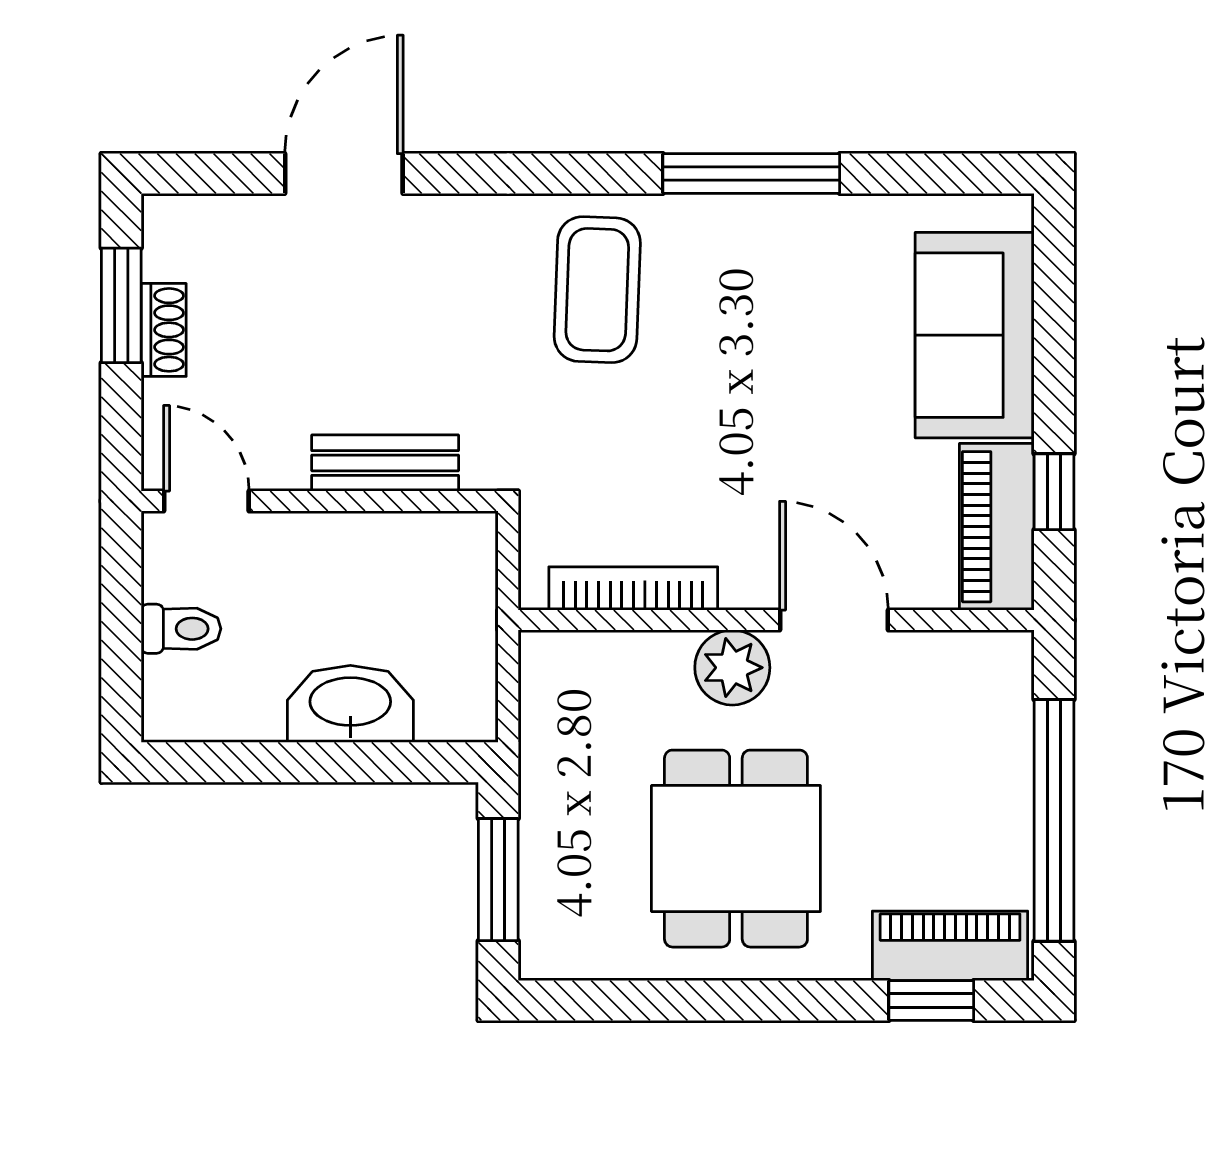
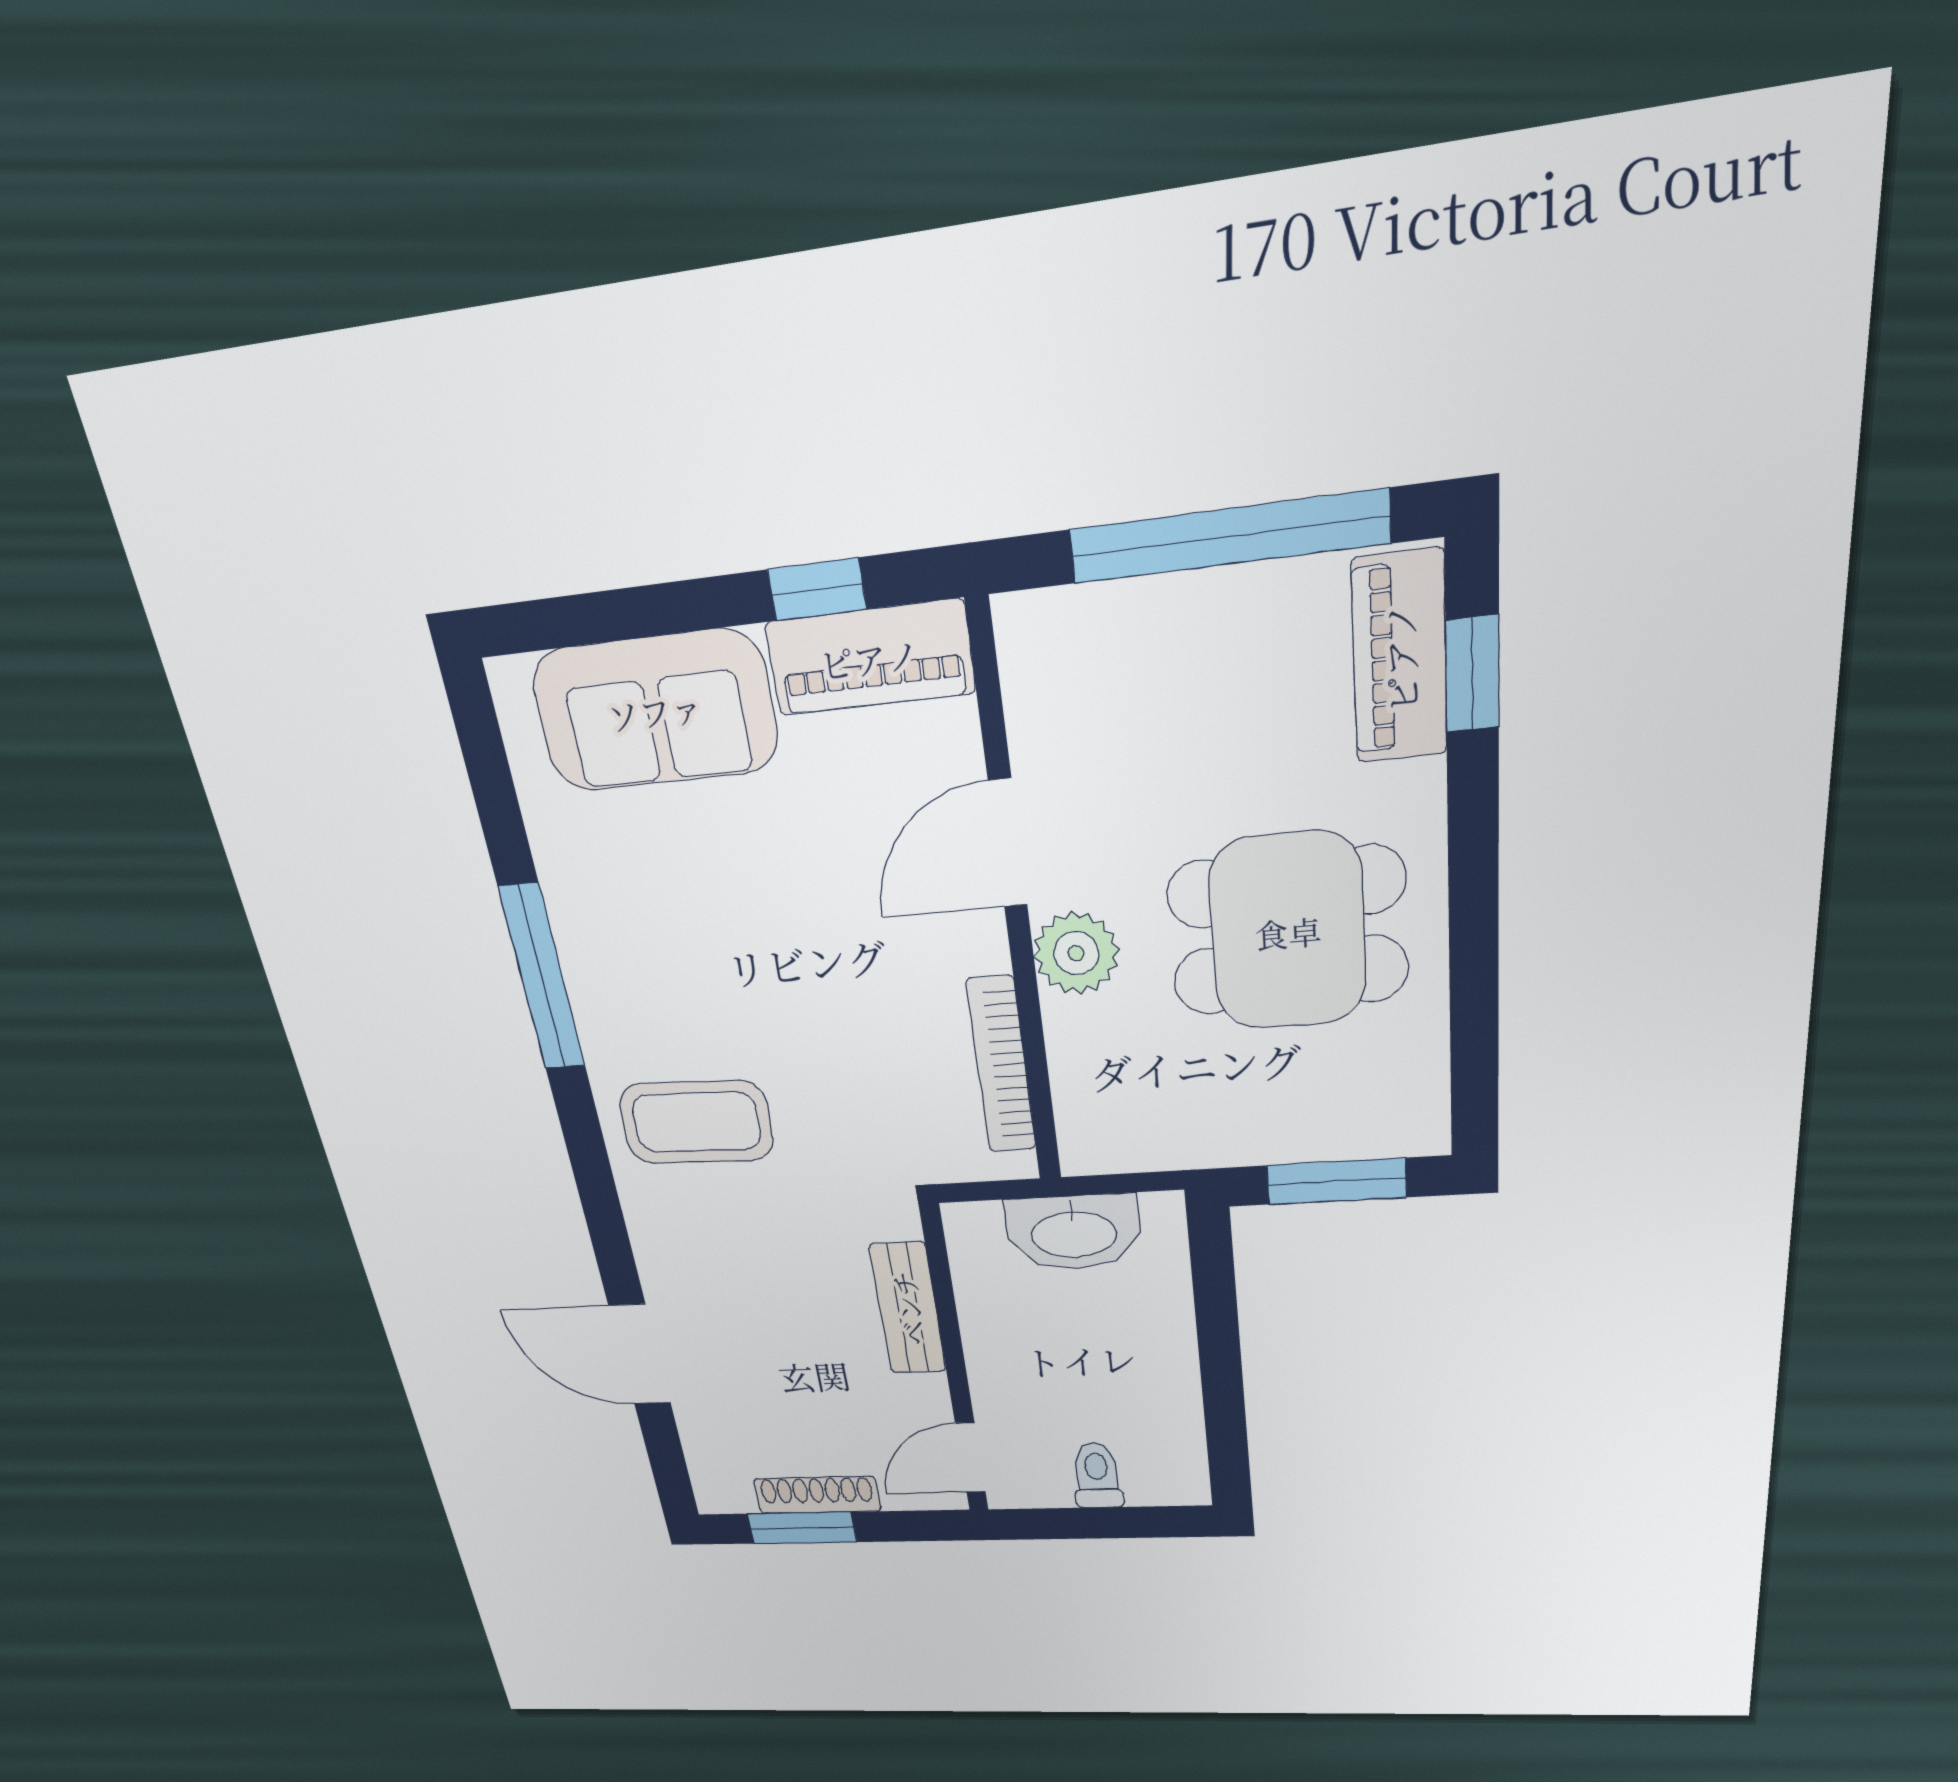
shoe rack: (164, 330) -> (817, 1495), width x1.43
washbasin: (350, 704) -> (1073, 1232), moved, turned -90

